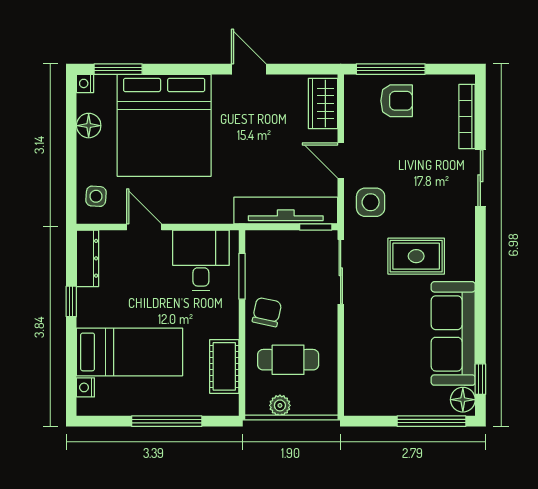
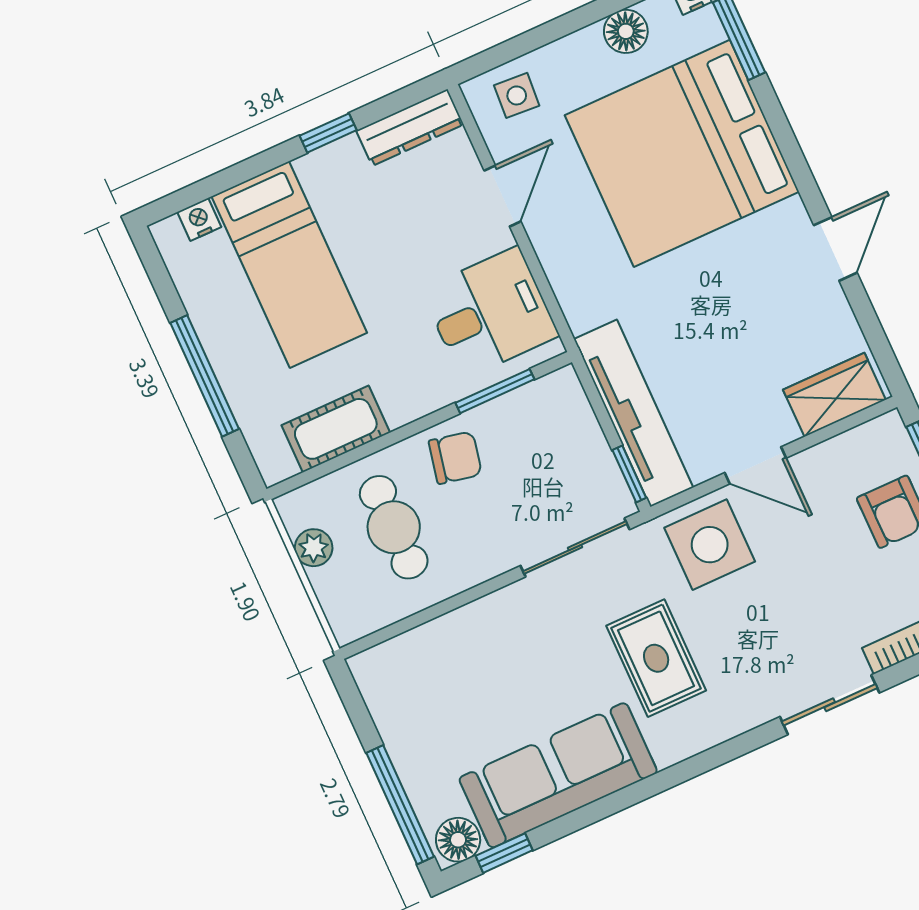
door: (341, 160) -> (755, 465), swing flipped
side table: (371, 202) -> (710, 545), width x1.37, depth x1.37

